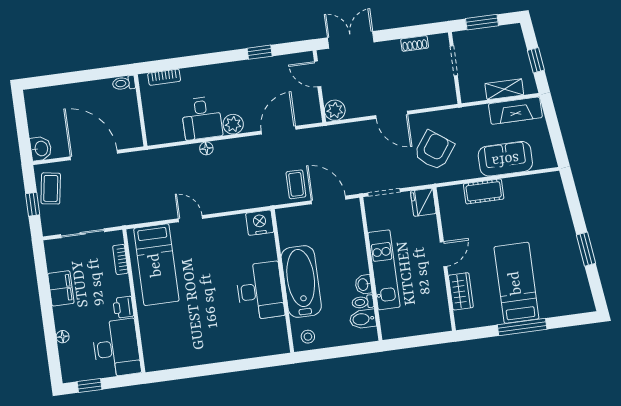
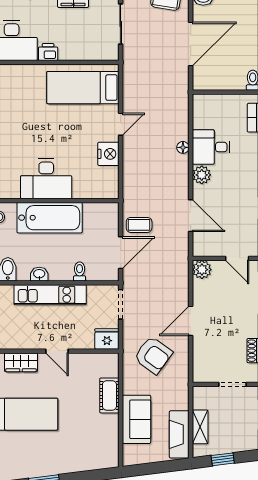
door: (318, 74) -> (237, 258), swing flipped
nightstand: (260, 223) -> (108, 154), moved
bookcase: (120, 260) -> (92, 55), removed
toilet: (363, 302) -> (80, 271), moved

